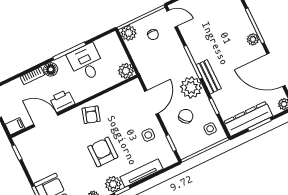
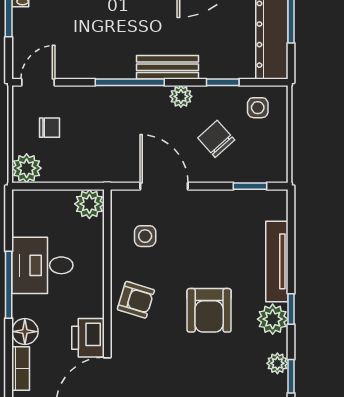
plant: (191, 87) -> (181, 96), width x0.53, depth x0.53
side table: (148, 135) -> (145, 236), moved
armchair: (103, 152) -> (209, 310), turned -90

